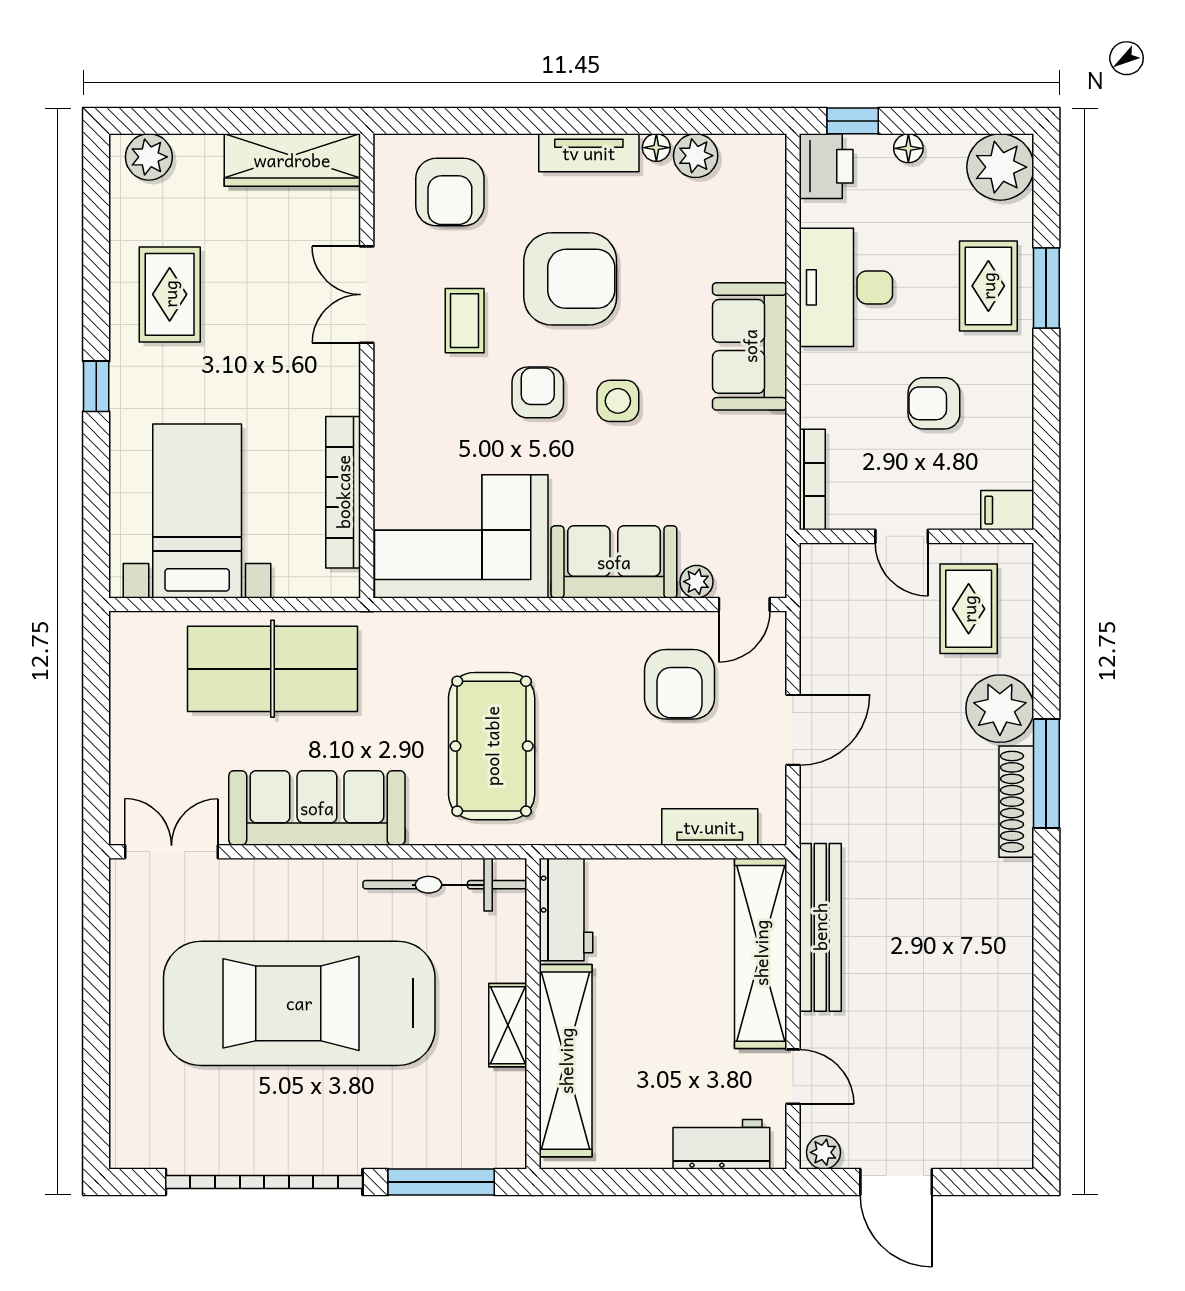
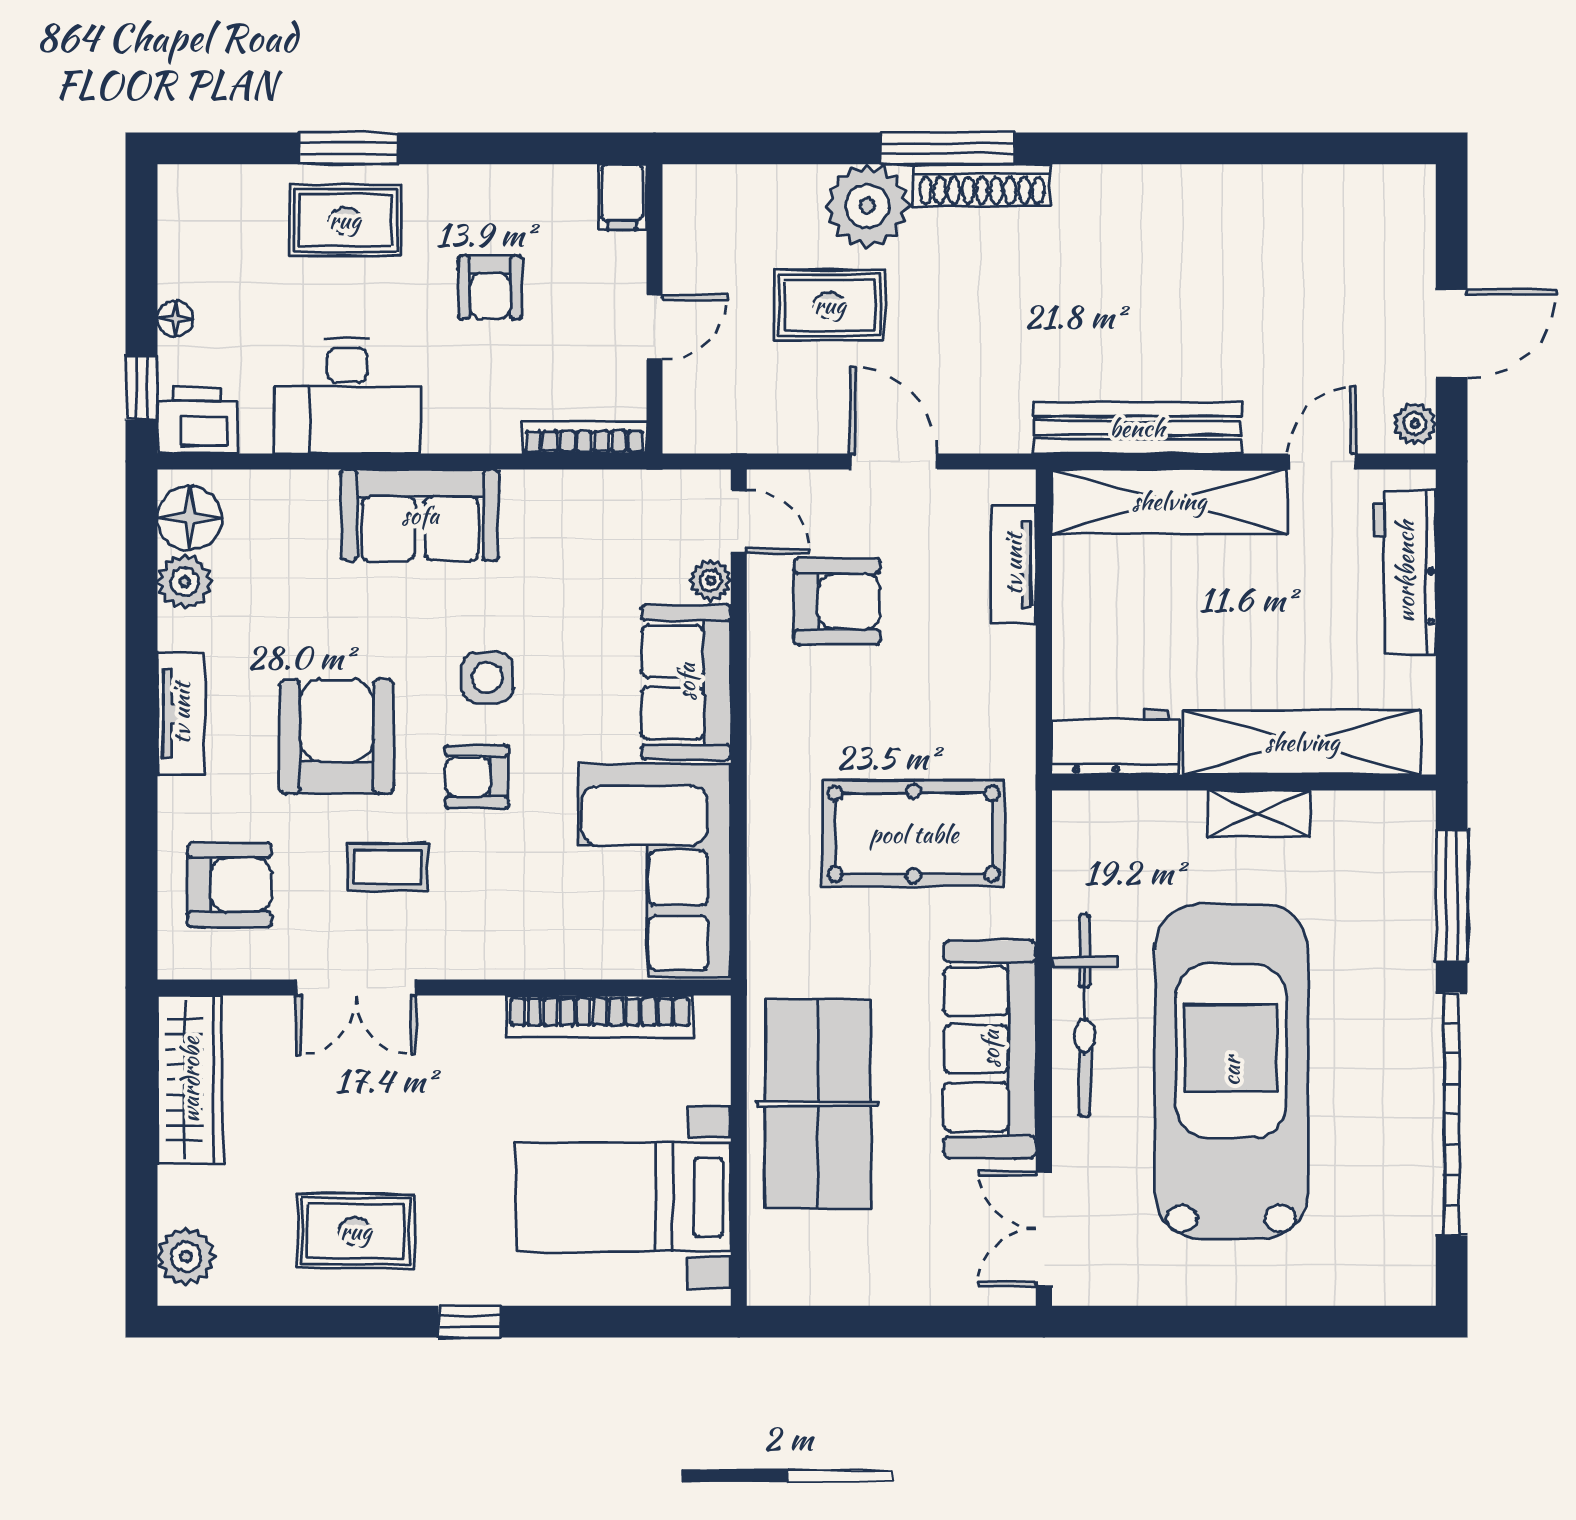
floor lamp: (656, 148) -> (190, 518), moved, width x1.89, depth x1.89
plant: (1000, 167) -> (198, 205), removed
rug: (969, 609) -> (830, 305), moved
bicycle: (445, 885) -> (1085, 1016), moved
car: (299, 1003) -> (1231, 1071), turned 180
workbench: (721, 1144) -> (1405, 572), width x1.37

